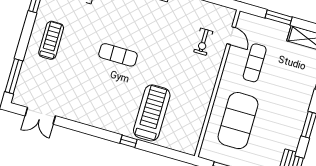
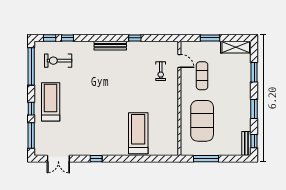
treadmill: (51, 40) -> (51, 102), width x1.37, depth x1.38
window: (24, 42) -> (31, 109), added
exercise mat: (118, 55) -> (102, 98), removed
window: (129, 141) -> (96, 159), moved

